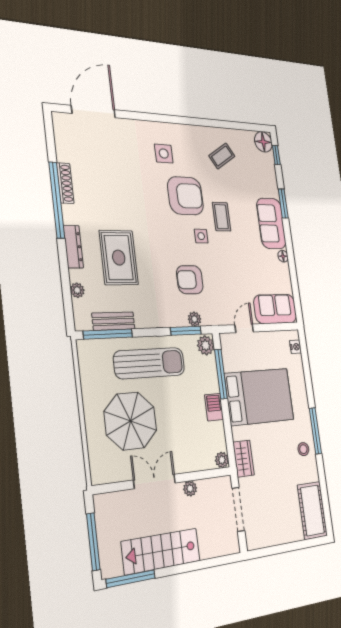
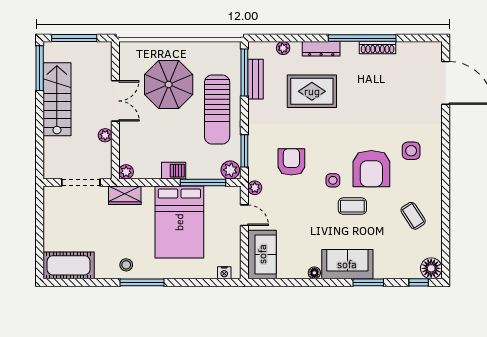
plant: (194, 319) -> (255, 188), moved

